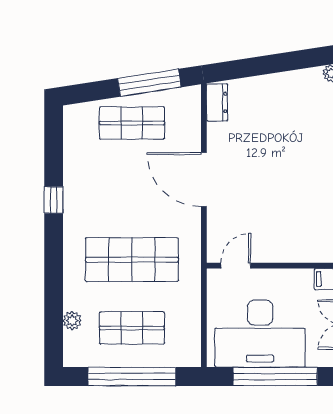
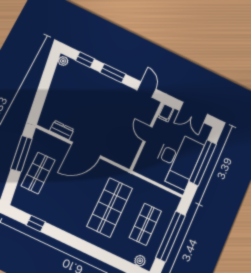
dresser: (217, 102) -> (62, 130), moved
window: (54, 200) -> (36, 223), moved
door: (236, 266) -> (148, 134), moved
plant: (72, 321) -> (140, 261), moved

